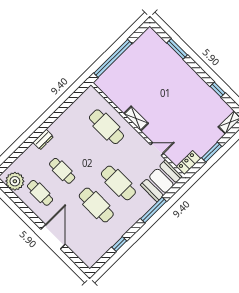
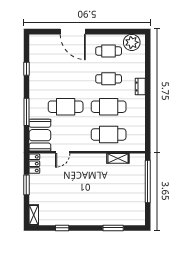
shelving: (136, 118) -> (118, 158), moved
cafe table: (96, 205) -> (109, 107), moved

